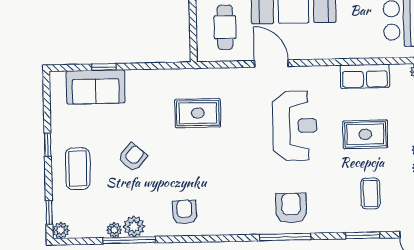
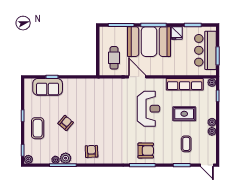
row of seats: (365, 76) -> (185, 84), width x1.48
rug: (198, 113) -> (99, 101), removed
armchair: (291, 208) -> (146, 151), turned 90

